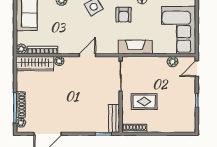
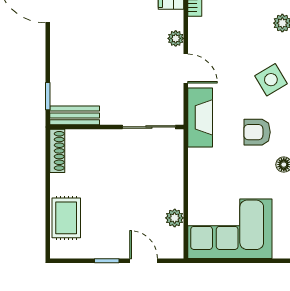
fireplace: (135, 47) -> (200, 117), moved
plant: (59, 61) -> (176, 38), moved
door: (197, 69) -> (144, 261), moved
rug: (144, 101) -> (66, 218), moved

